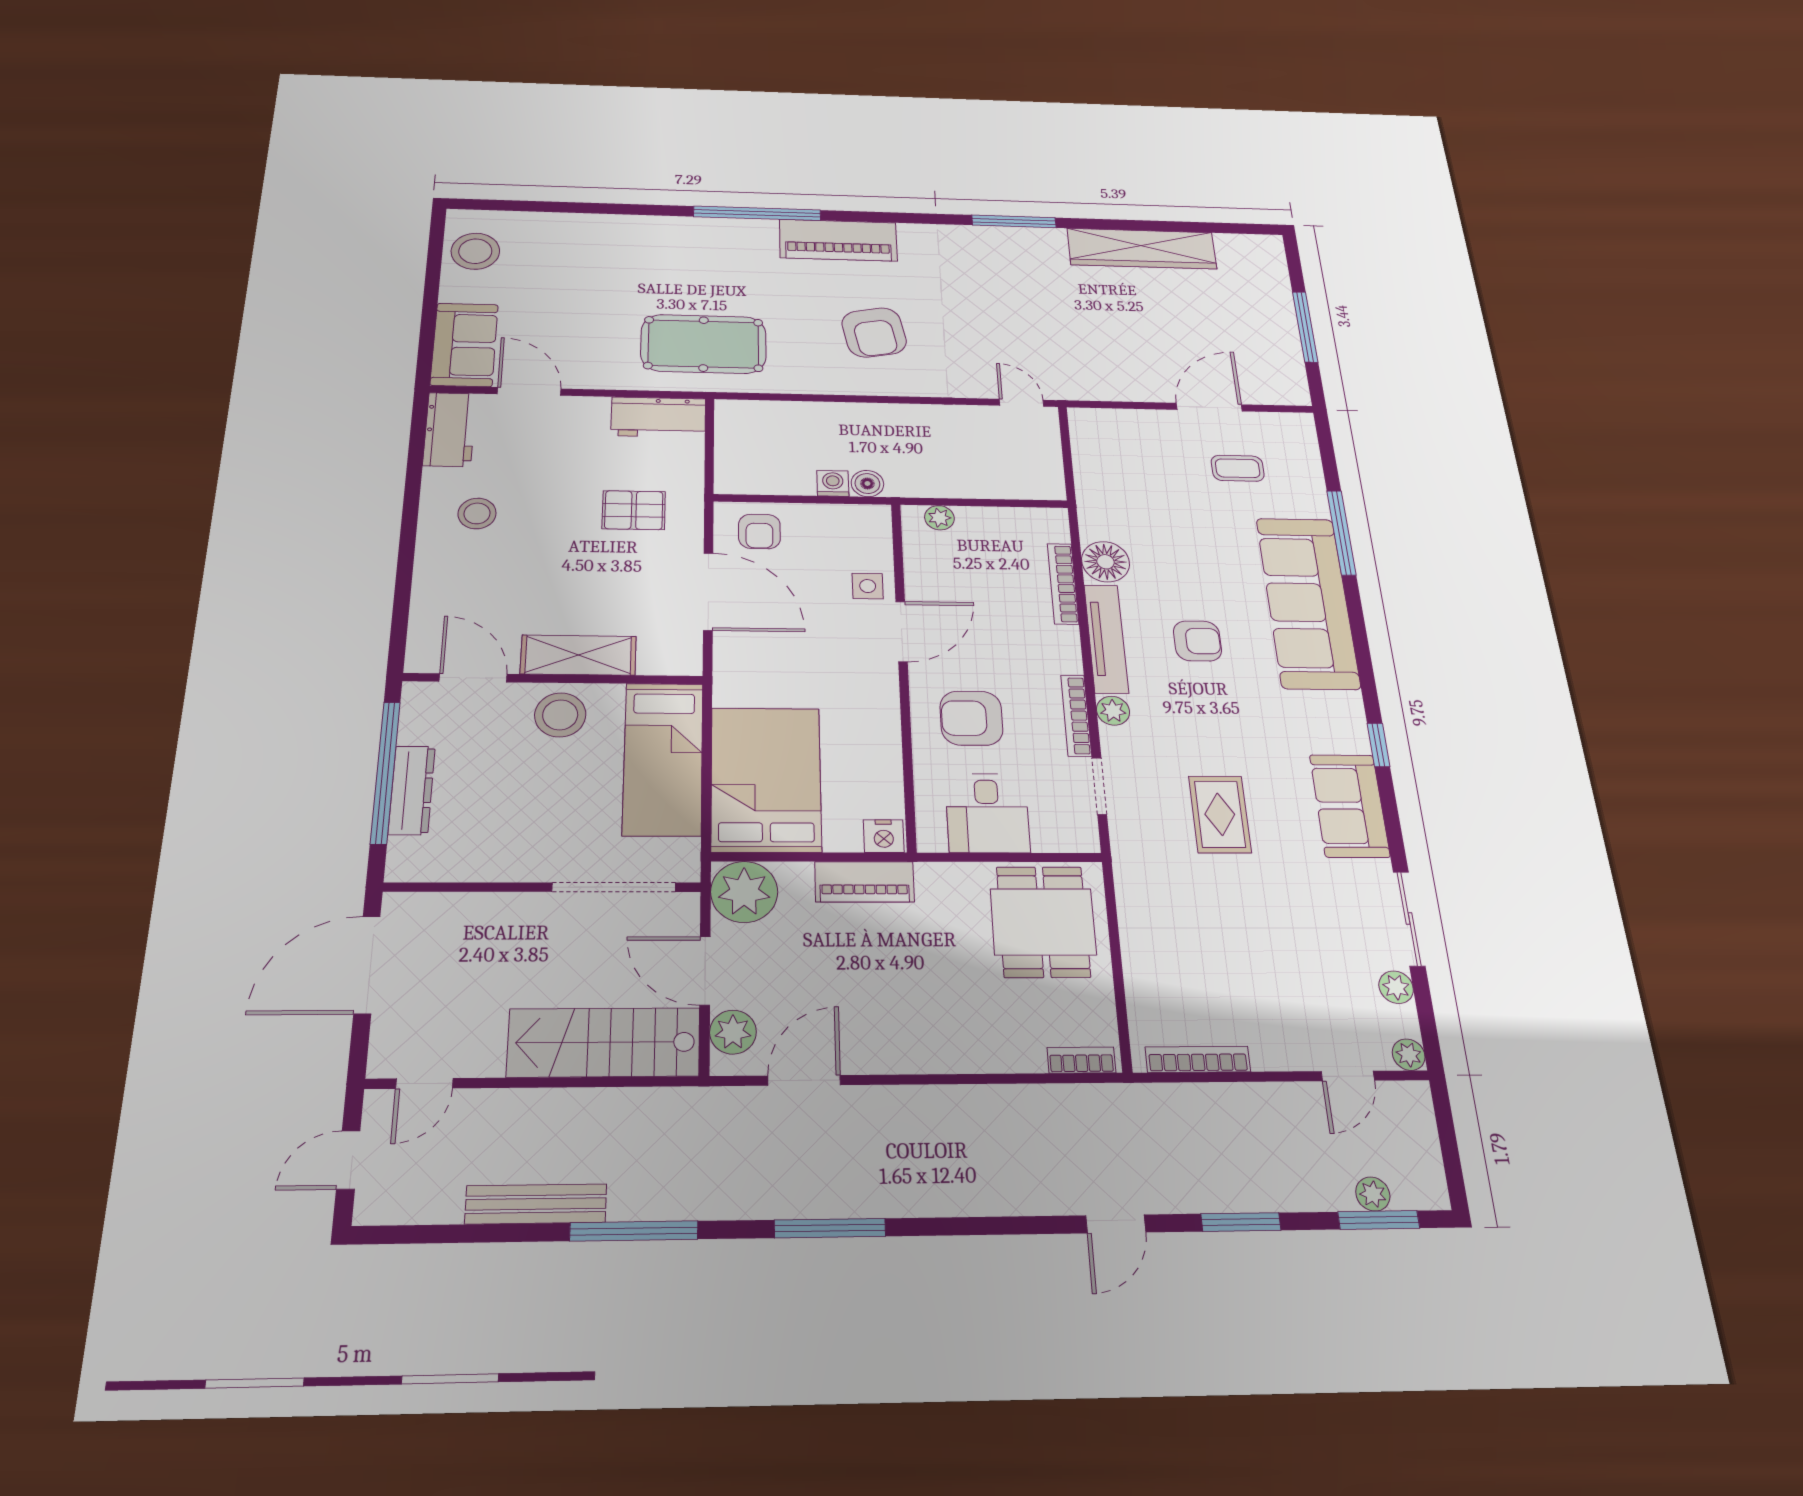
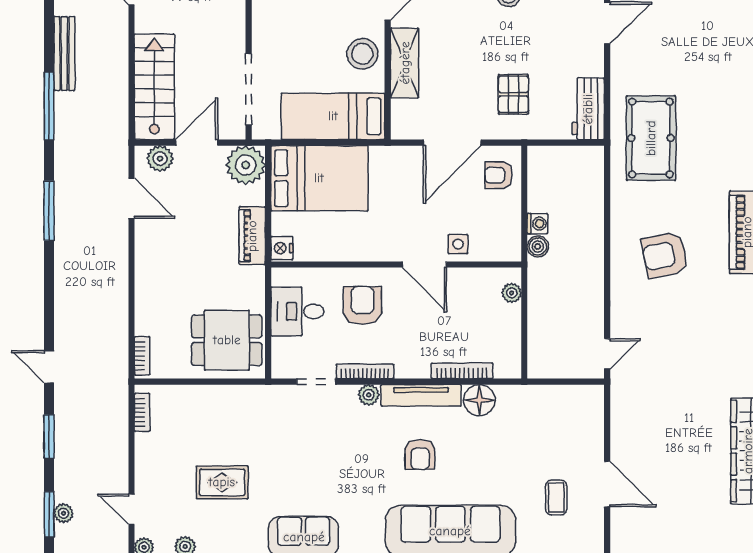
rug: (1220, 814) -> (222, 482), moved
bookcase: (1198, 1059) -> (142, 412), width x0.64

